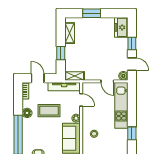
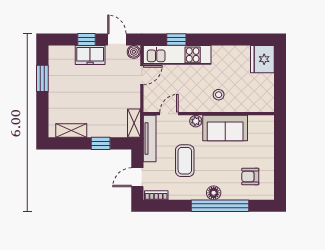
window: (92, 13) -> (42, 78), moved
freezer: (121, 27) -> (90, 55), moved
door: (132, 64) -> (117, 39), hinge flipped
floor lamp: (27, 113) -> (214, 193), moved
window: (132, 133) -> (176, 39), moved

